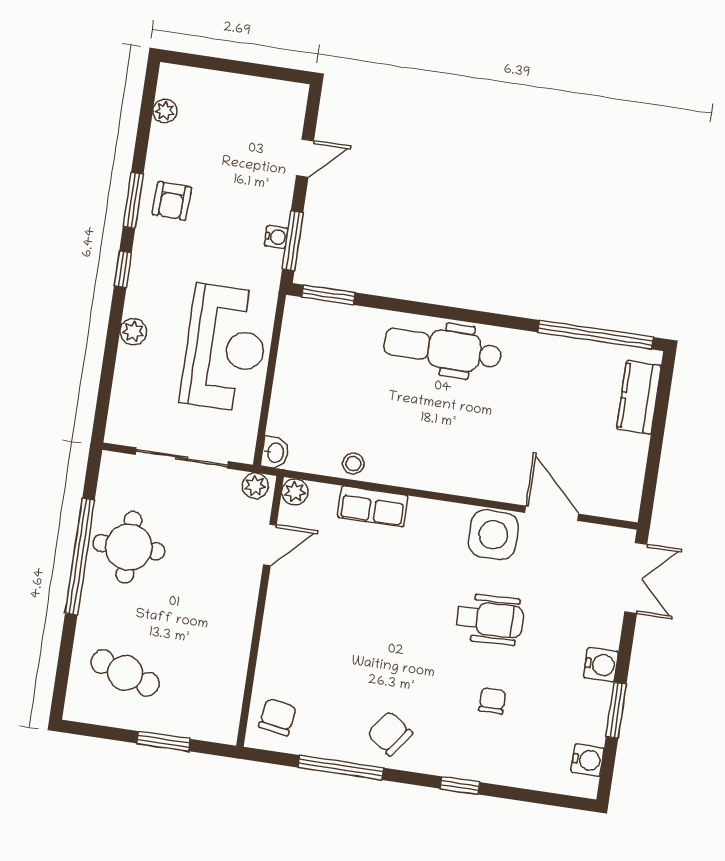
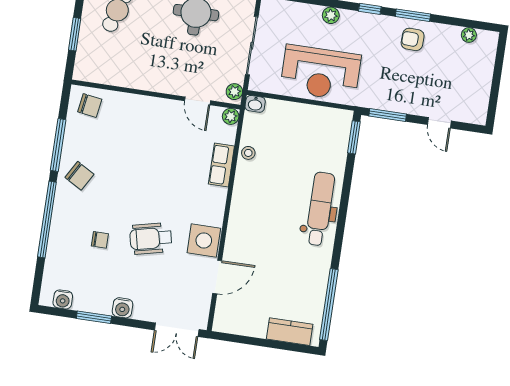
water cooler: (276, 237) -> (390, 105), removed
wheelchair: (490, 619) -> (151, 238), turned 79
chair: (390, 733) -> (79, 176), turned 84
window: (460, 785) -> (47, 220), width x3.17

